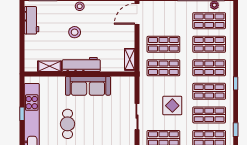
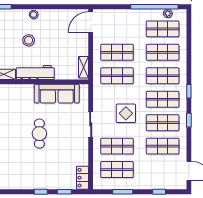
sofa: (88, 86) -> (57, 94), moved
cafe table: (68, 124) -> (39, 134), moved
window: (236, 130) -> (189, 120), moved

